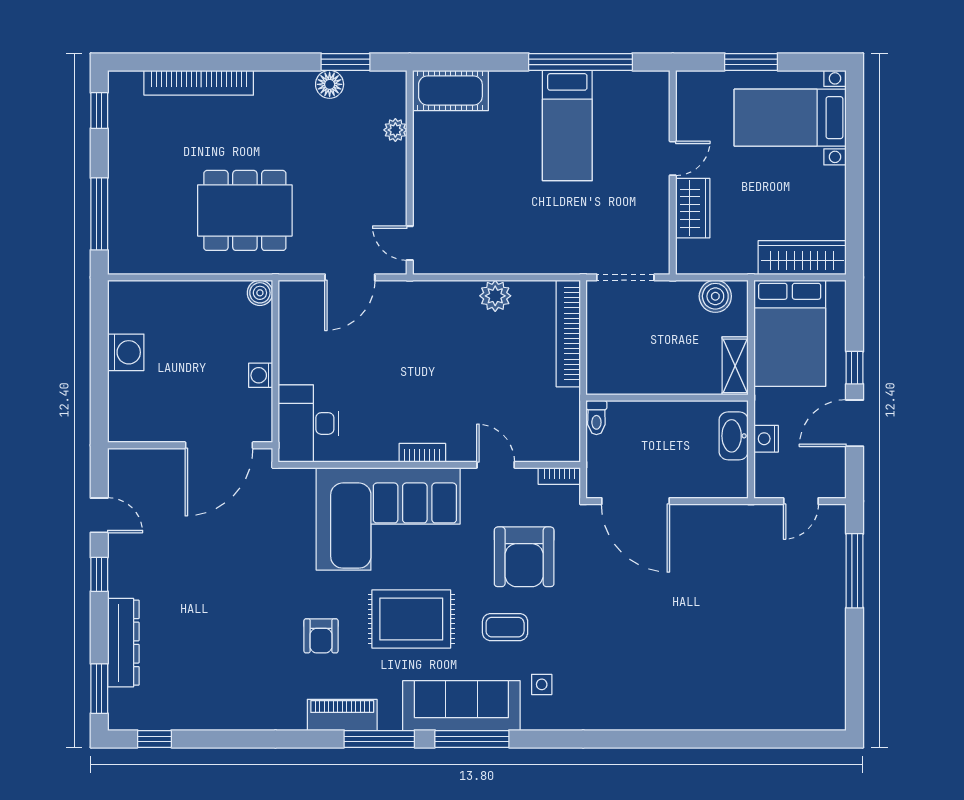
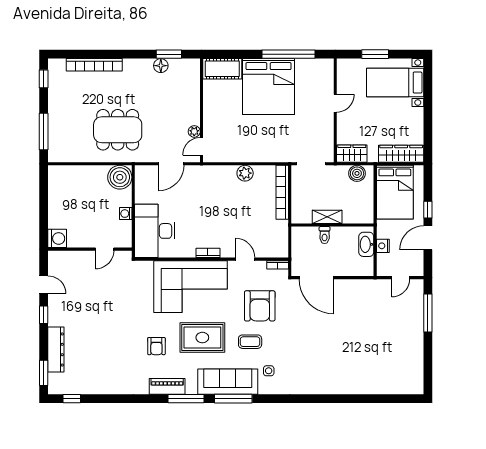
bed: (567, 126) -> (269, 87), width x2.04
plant: (395, 130) -> (194, 131), moved
wardrobe: (693, 208) -> (352, 154), moved, turned -90
door: (410, 243) -> (202, 146), hinge flipped
boiler: (260, 293) -> (120, 177), width x1.86, depth x1.86
washing machine: (126, 352) -> (57, 238), moved
shelving: (735, 366) -> (327, 217), moved, turned 90
toilet: (596, 418) -> (325, 235), moved
desk: (309, 423) -> (155, 231), width x1.36, depth x1.30
door: (219, 445) -> (105, 249), width x0.53

